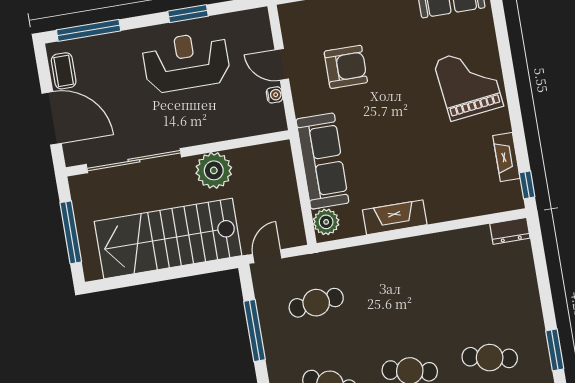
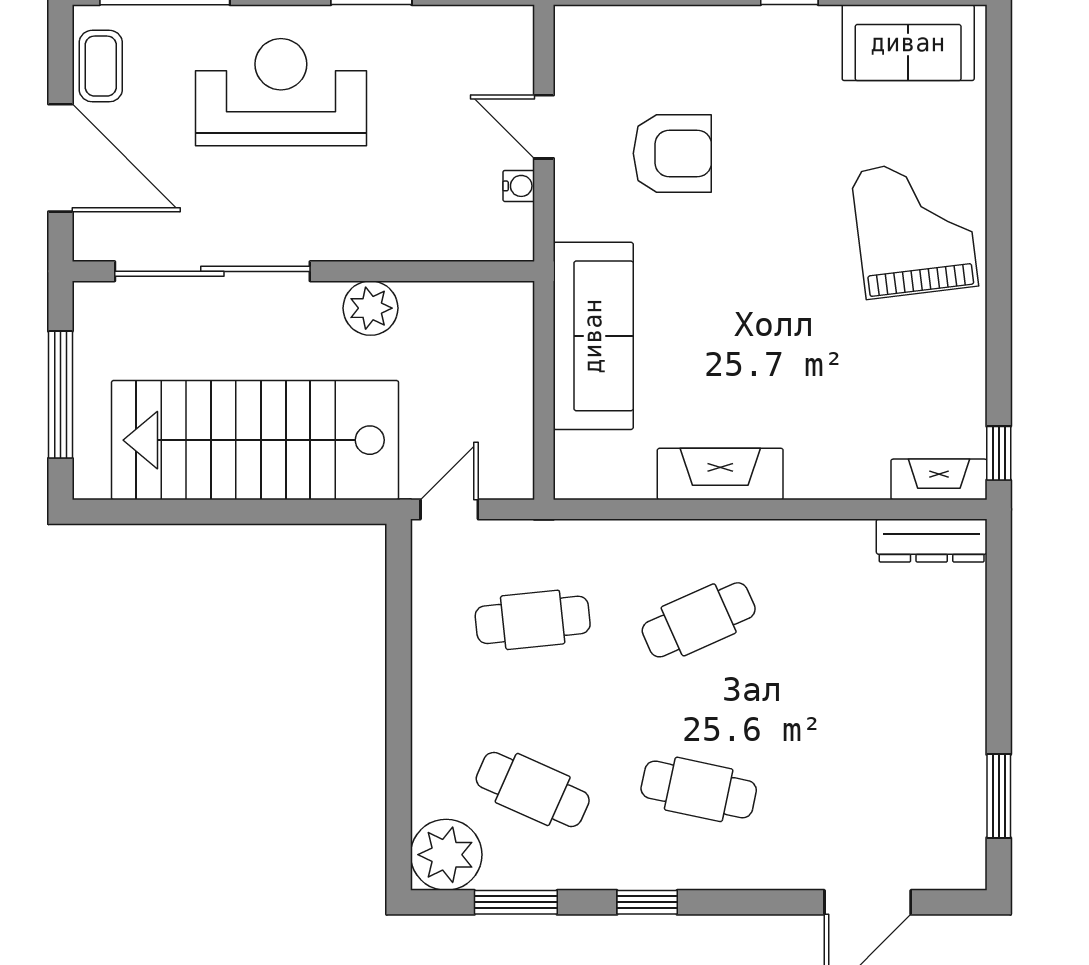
reception desk: (186, 62) -> (281, 92), moved
fireplace: (506, 157) -> (939, 479), moved, turned 90
plant: (214, 170) -> (370, 308), width x0.73, depth x0.73
plant: (326, 222) -> (580, 460), removed
dresser: (510, 231) -> (932, 541), width x1.44
window: (254, 331) -> (399, 655), removed
cafe table: (490, 358) -> (699, 620), moved, turned -36

